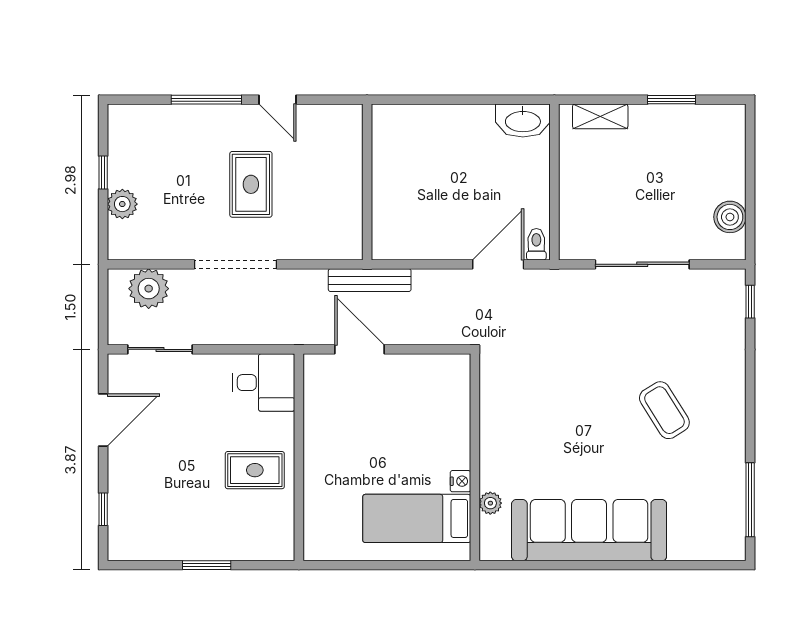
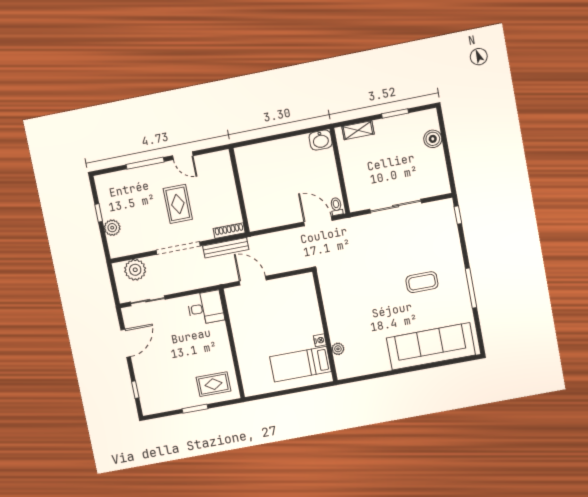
washbasin: (523, 121) -> (321, 140), width x0.72
boiler: (730, 217) -> (433, 139), moved
shoe rack: (335, 250) -> (229, 231), added
door: (498, 264) -> (318, 221), hinge flipped
bench: (370, 280) -> (226, 248), moved
coffee table: (664, 410) -> (422, 282), turned -58
rug: (255, 470) -> (213, 384), moved
window: (750, 500) -> (471, 288), moved
sofa: (589, 530) -> (431, 346), moved

